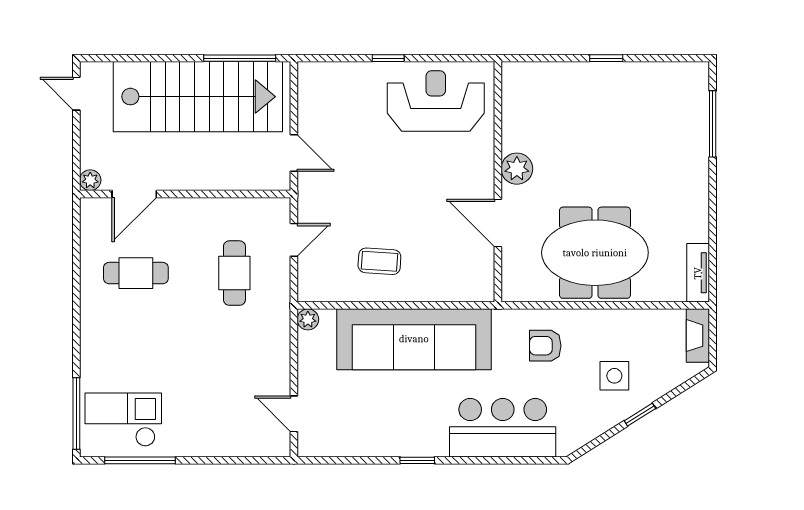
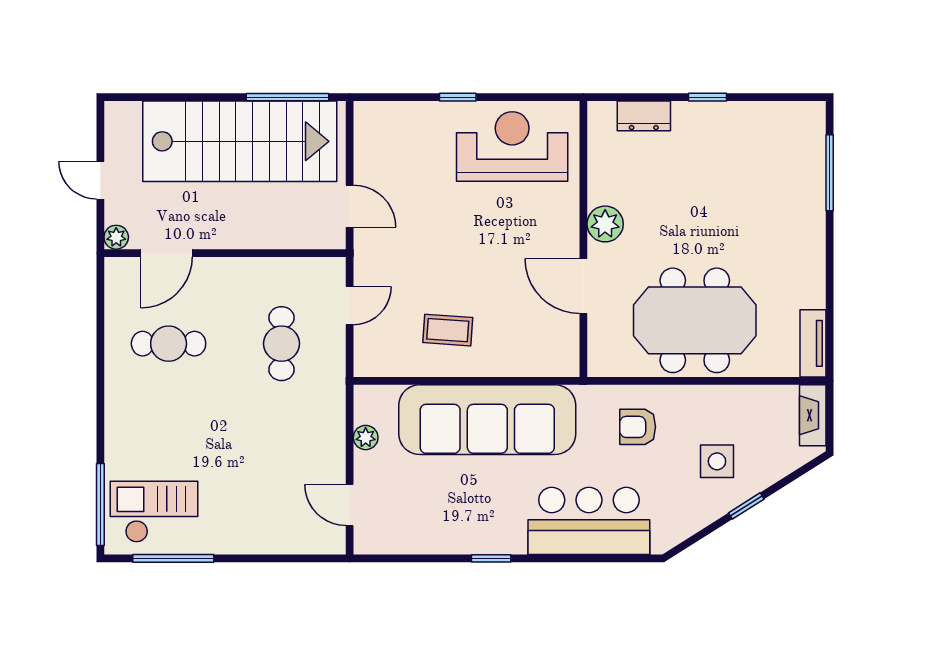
dresser: (551, 74) -> (644, 116), added
door: (76, 94) -> (100, 180), moved
plant: (308, 319) -> (366, 438), moved

